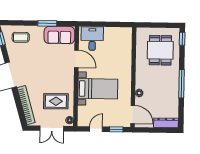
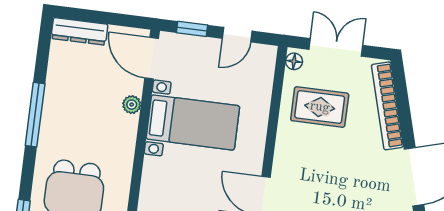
bed with nightstands: (98, 89) -> (193, 122), moved, turned 180

